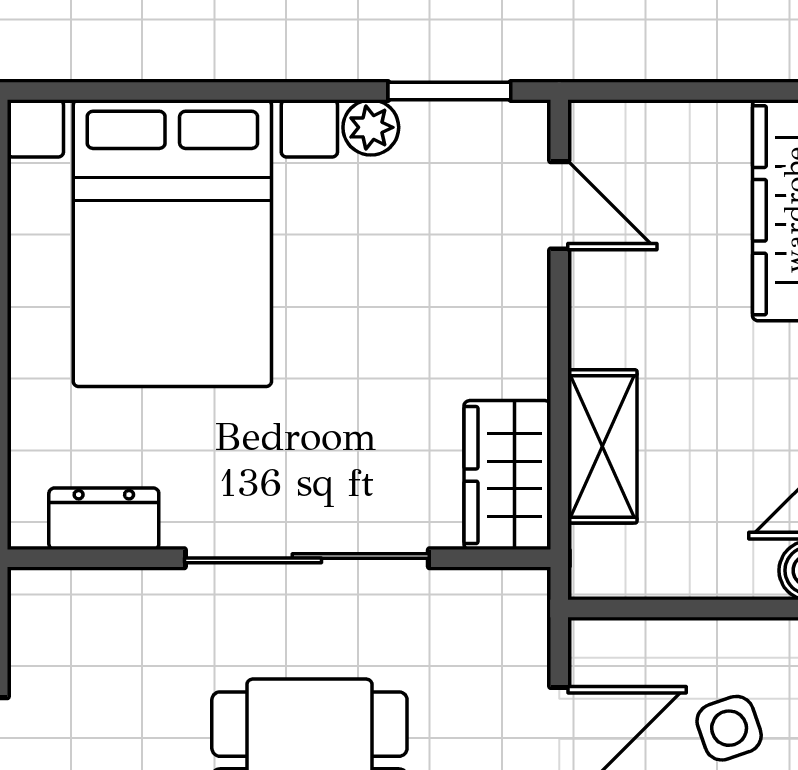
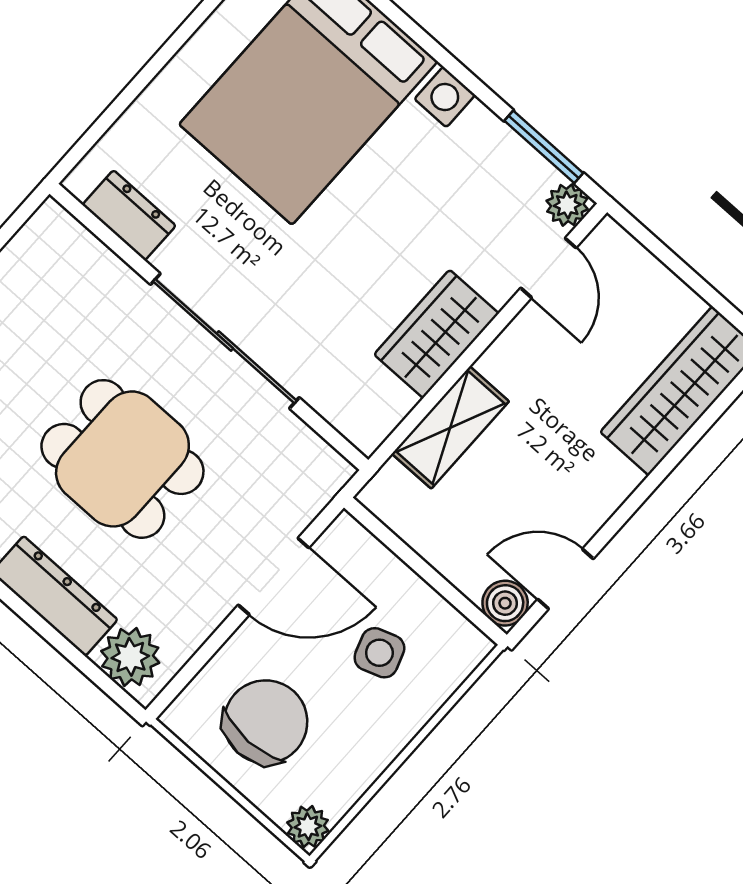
plant: (371, 127) -> (567, 205), moved
wardrobe: (507, 475) -> (436, 334), moved

